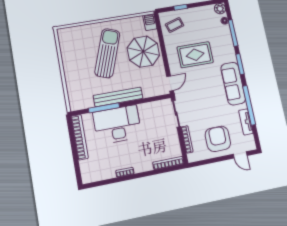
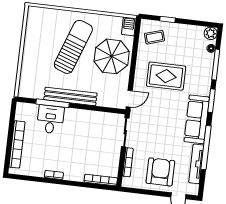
tv unit: (246, 122) -> (196, 164), width x1.41
desk: (117, 125) -> (50, 119), width x0.53, depth x0.77
bookcase: (80, 137) -> (17, 144), moved

